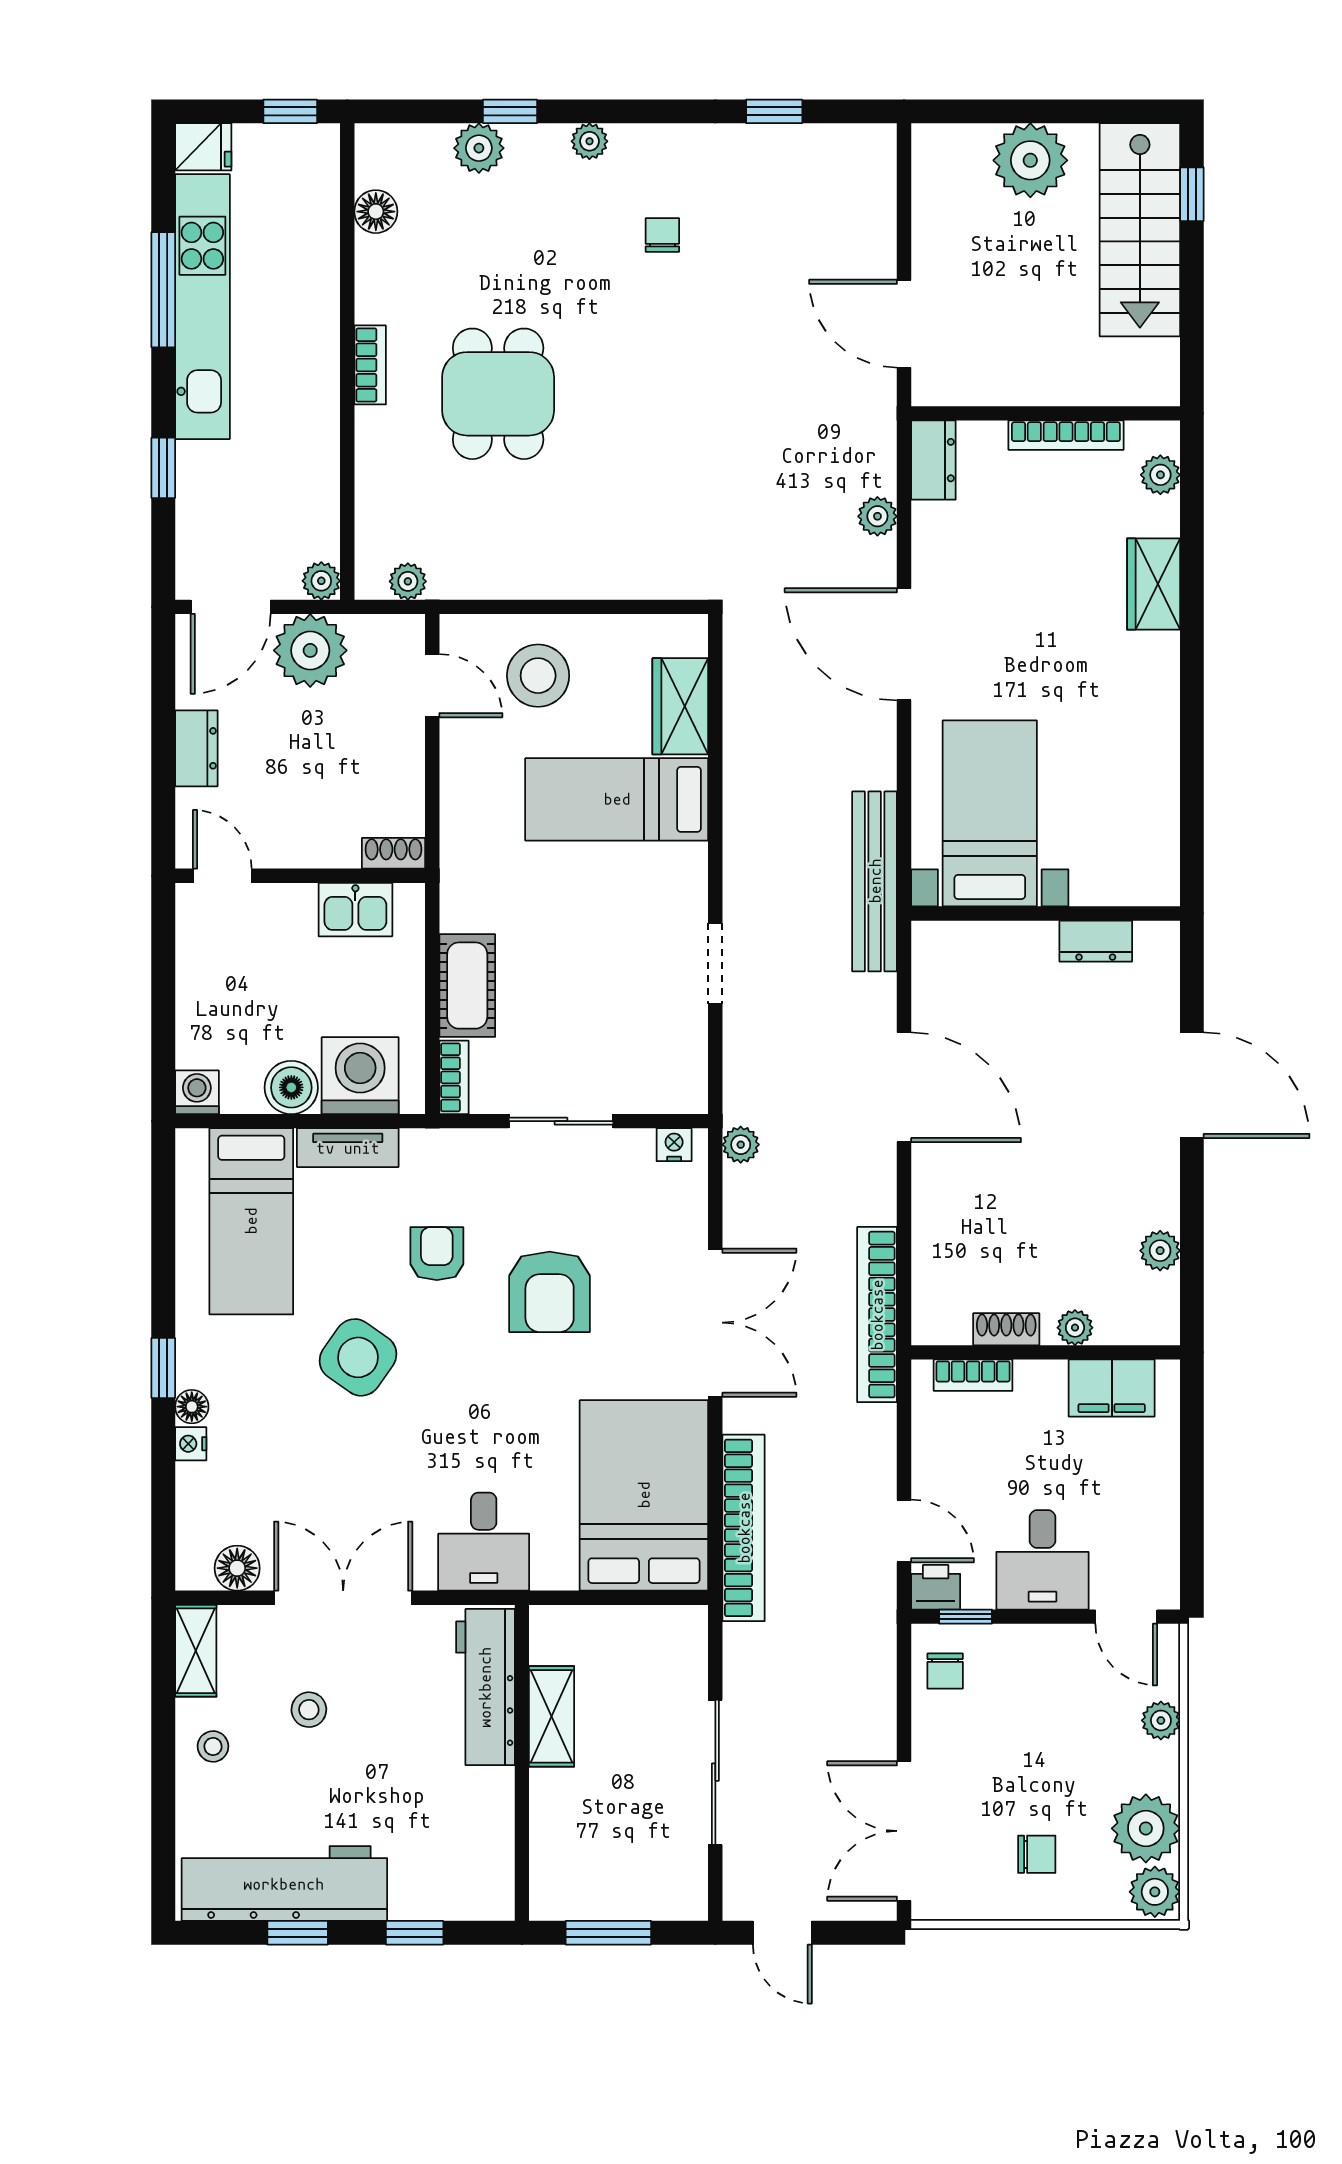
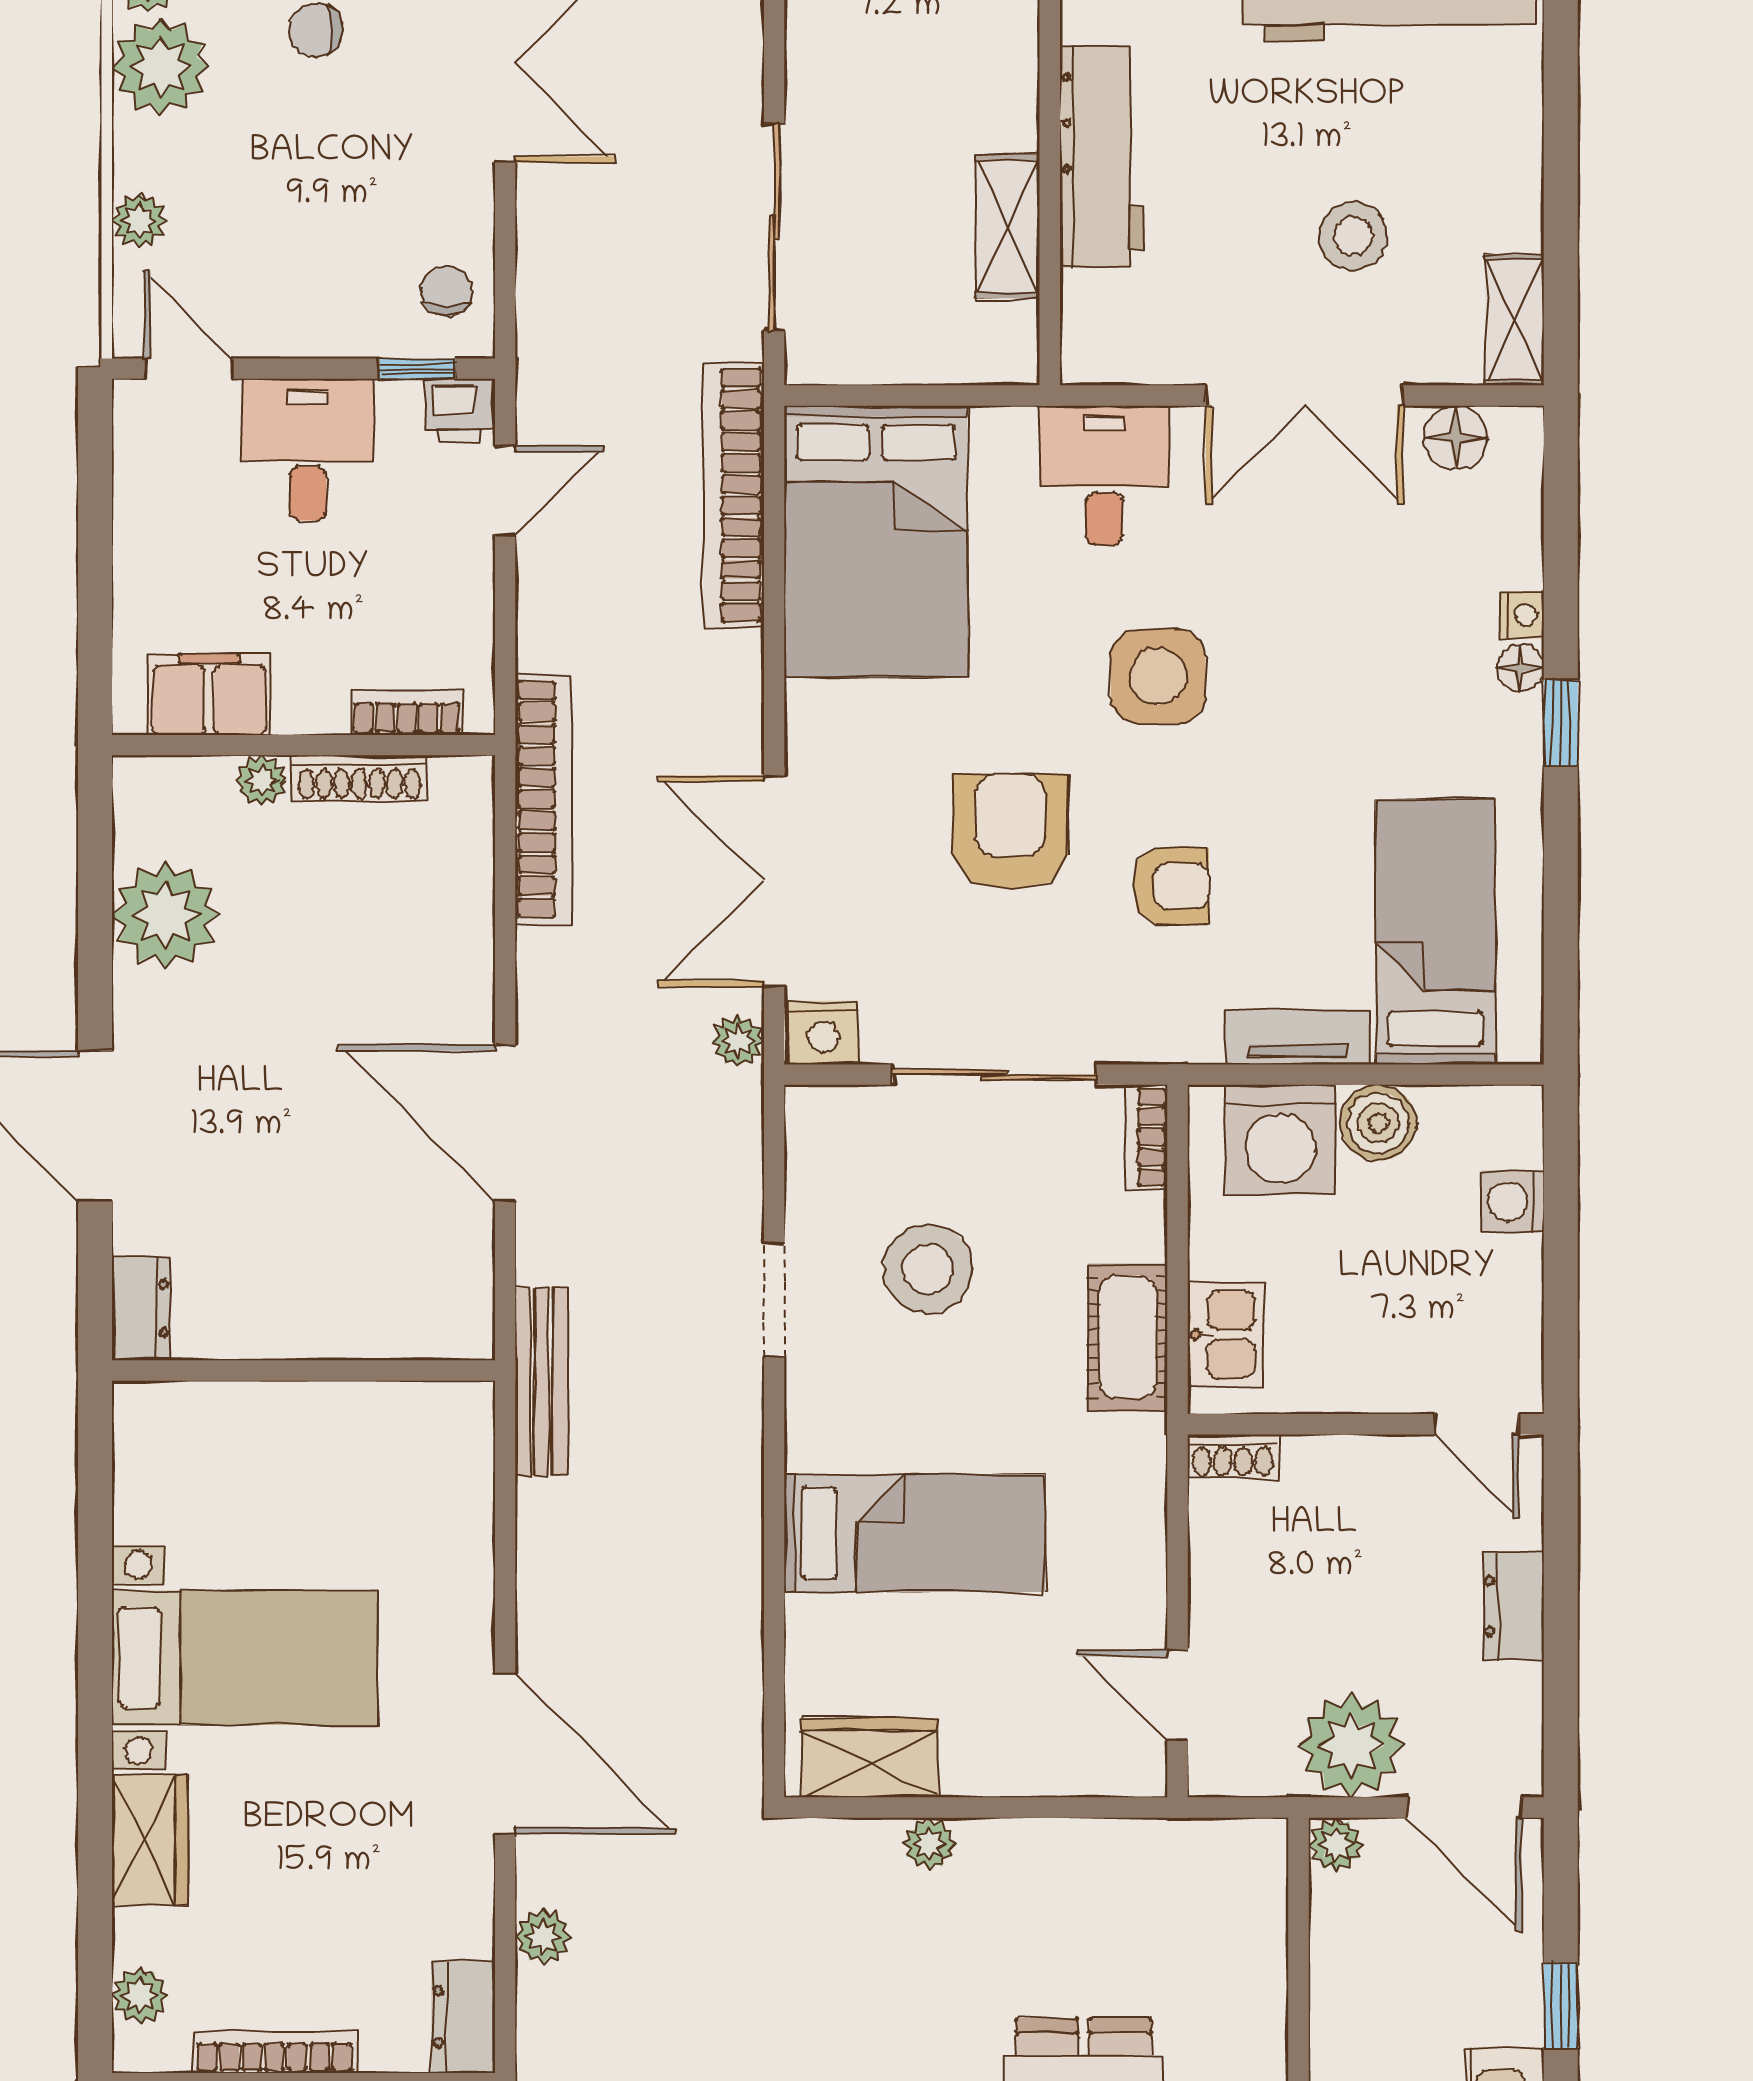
plant: (408, 581) -> (929, 1844), moved
door: (231, 607) -> (1465, 1808), swing flipped
stool: (538, 676) -> (928, 1269), moved
wardrobe: (680, 706) -> (870, 1758), moved, turned -90
bed with nightstands: (990, 813) -> (244, 1658), moved, turned -90
bench: (875, 881) -> (541, 1382), width x0.73, depth x0.82
kitchen sink: (355, 910) -> (1226, 1335), moved, turned 90
dresser: (1096, 941) -> (141, 1309), moved, turned 90
cot: (467, 986) -> (1128, 1337), moved
washing machine: (197, 1092) -> (1513, 1202), moved, turned 90
sliding door: (561, 1121) -> (994, 1075), width x1.37
nightstand: (674, 1145) -> (823, 1033), width x1.39, depth x1.35
plant: (1160, 1251) -> (165, 915), width x1.88, depth x1.88
armchair: (437, 1254) -> (1171, 886), turned -90
double door: (715, 1323) -> (774, 881), moved
shoe rack: (1006, 1329) -> (359, 778), width x1.43
side table: (358, 1357) -> (1158, 676), moved, turned -35
door: (904, 1531) -> (505, 491), swing flipped
workbench: (485, 1687) -> (1102, 157), moved
stool: (309, 1710) -> (1353, 236), width x1.37, depth x1.37
stool: (213, 1746) -> (1490, 184), removed
sliding door: (715, 1772) -> (774, 227), moved

